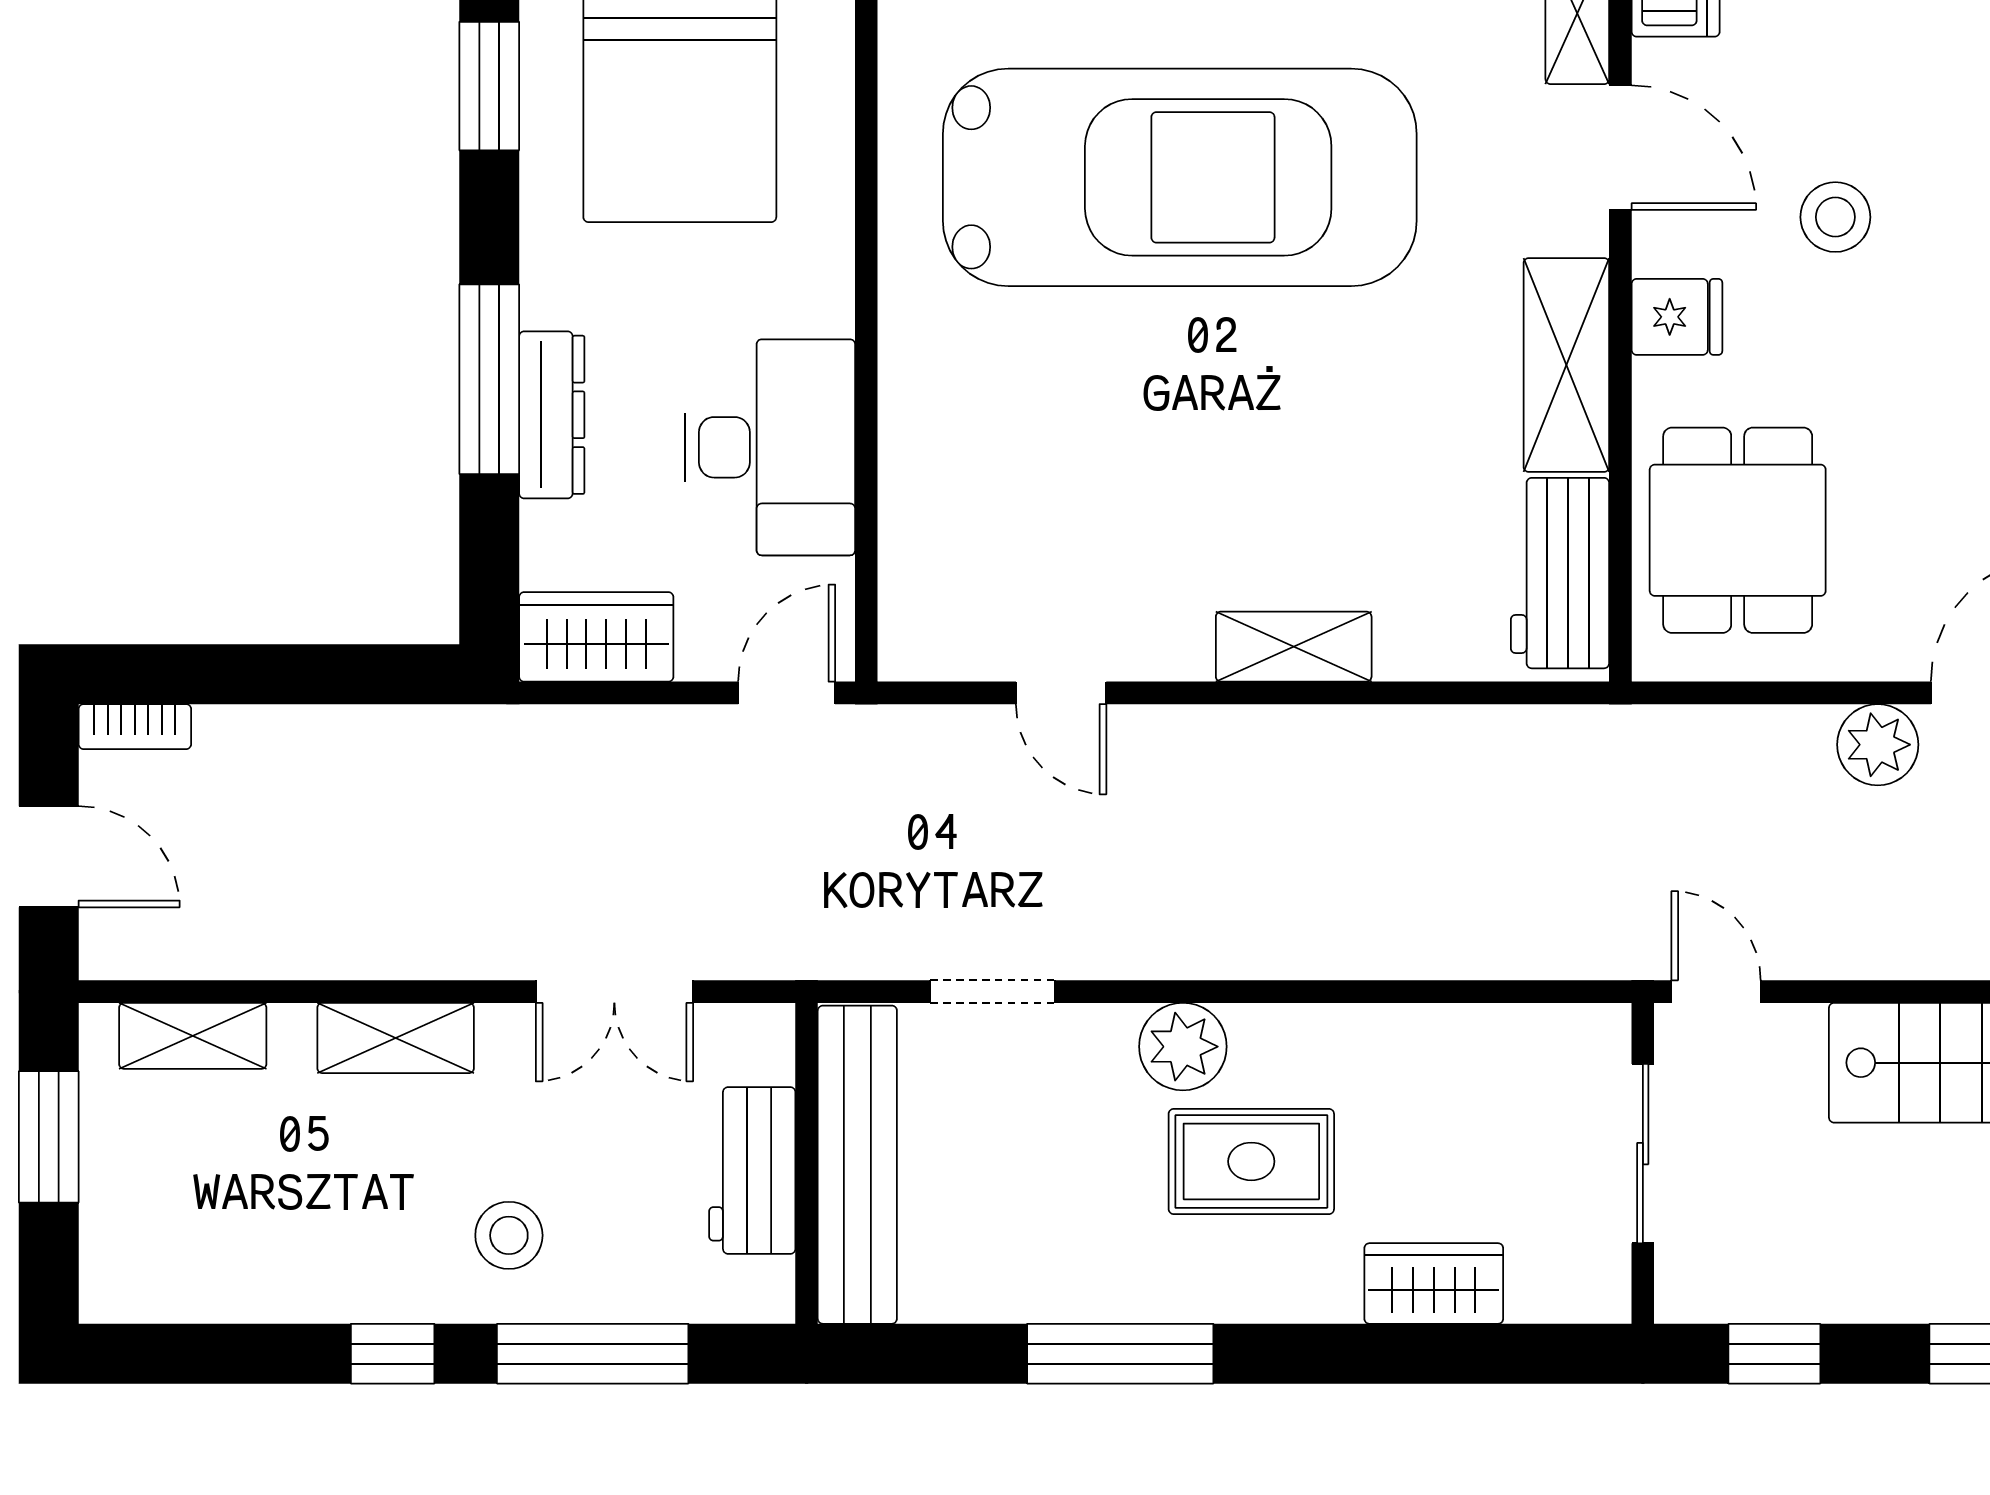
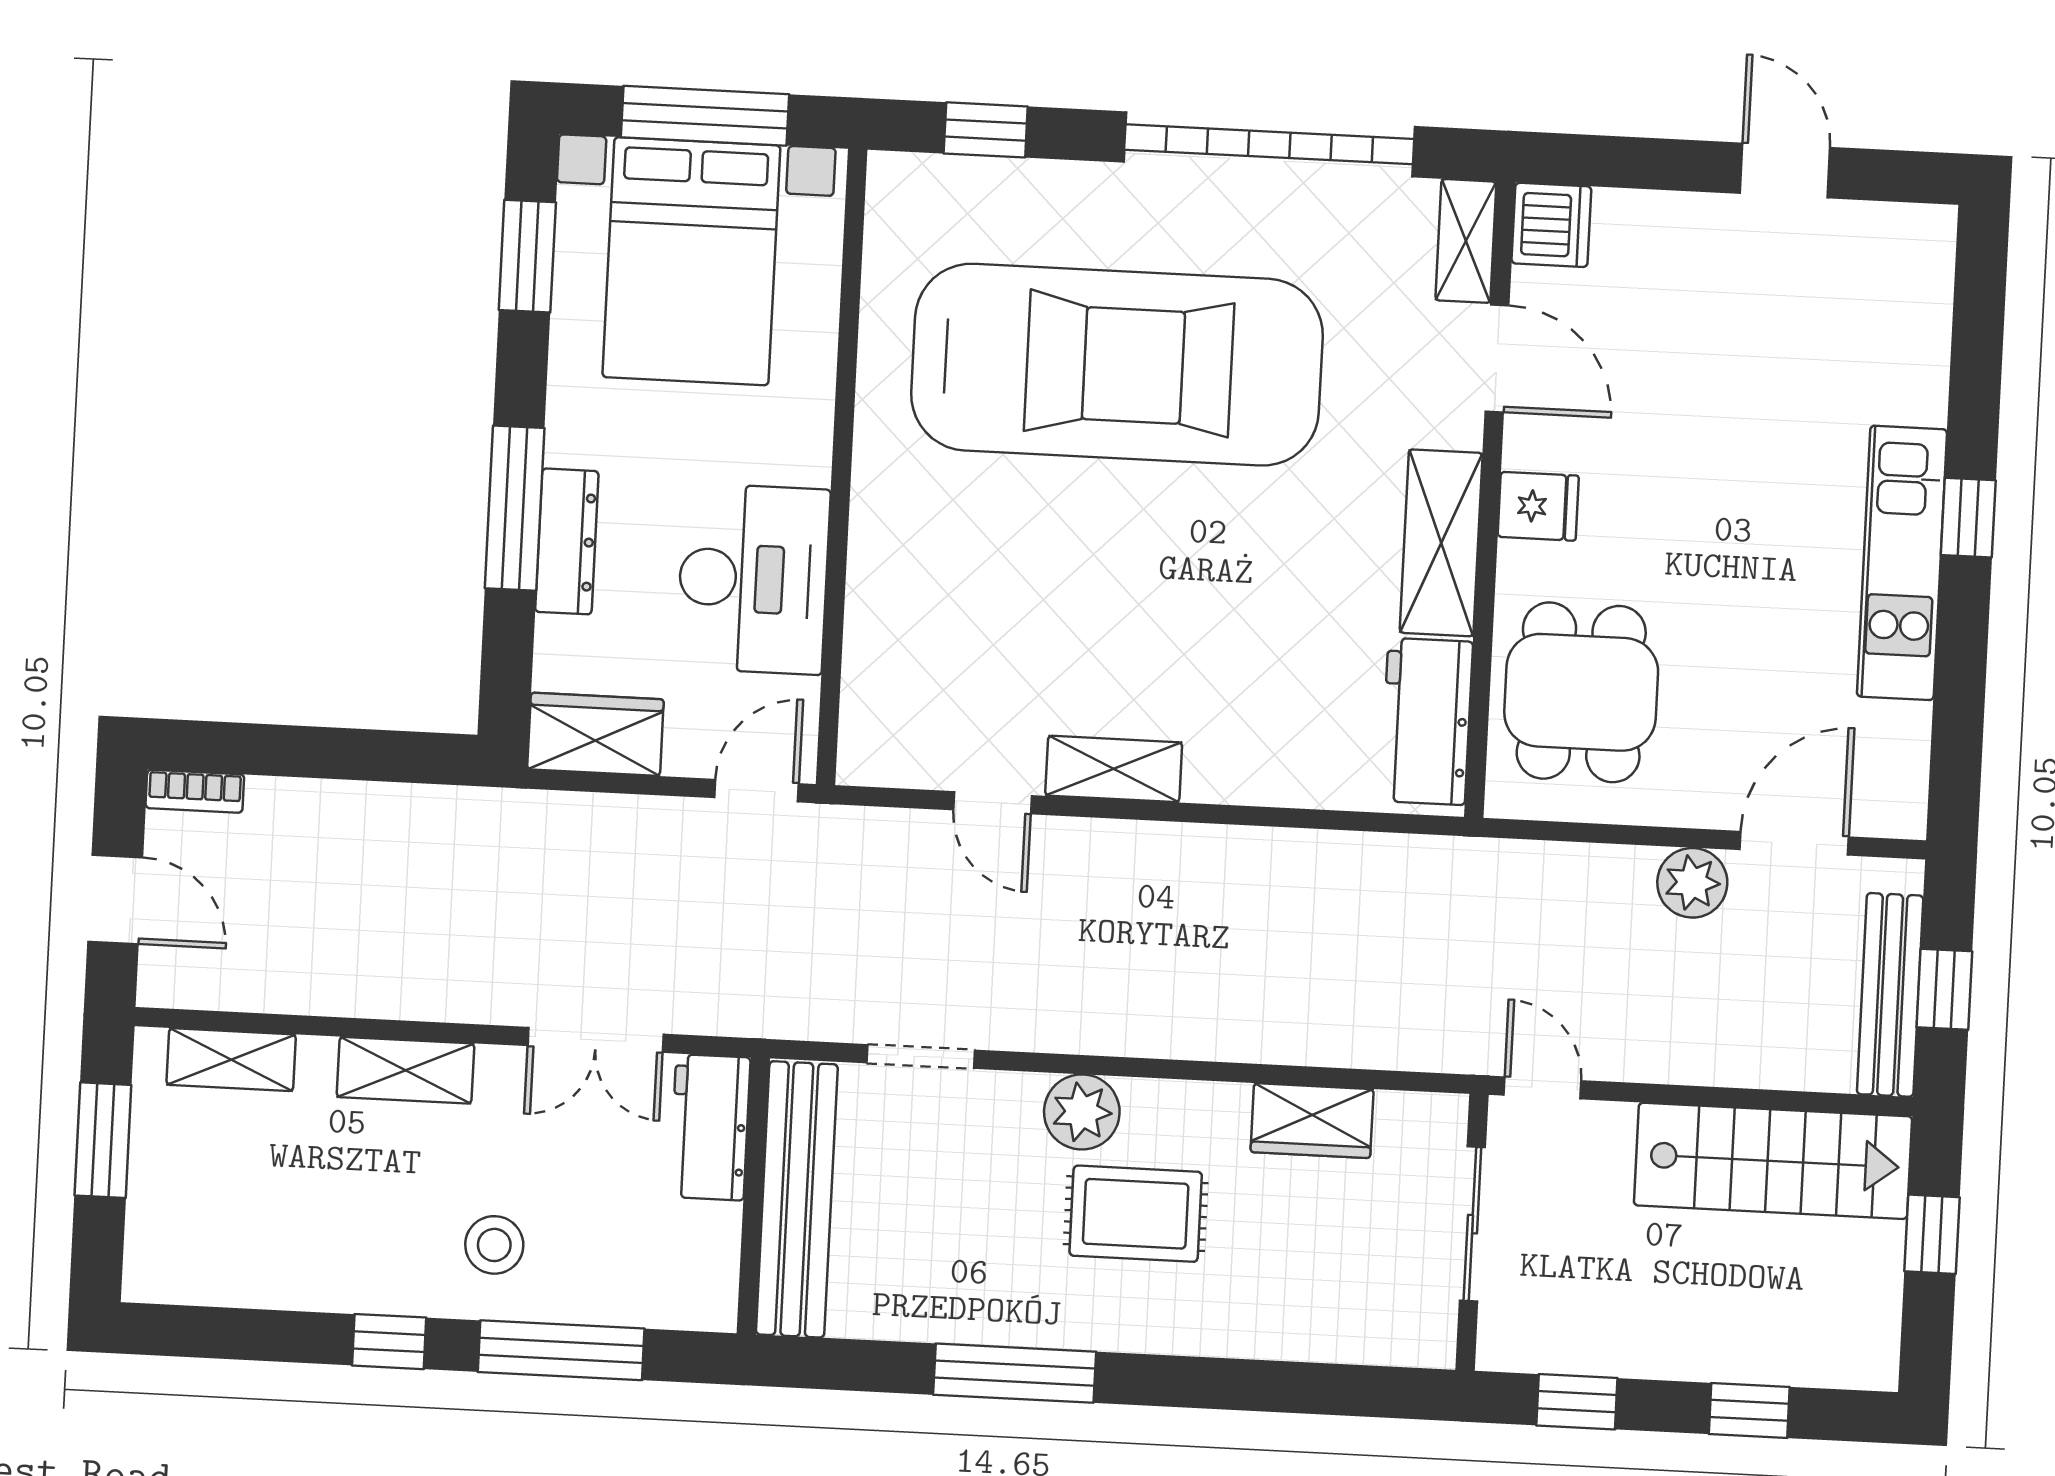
stool: (1835, 217) -> (1679, 427), removed
shelving: (1294, 647) -> (1114, 769), moved
workbench: (752, 1170) -> (710, 1127), moved
wardrobe: (1434, 1284) -> (1312, 1121), moved, turned 180

